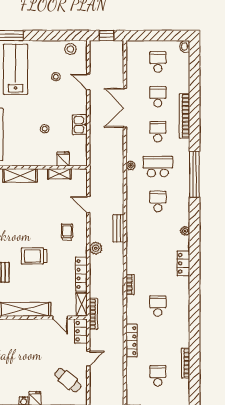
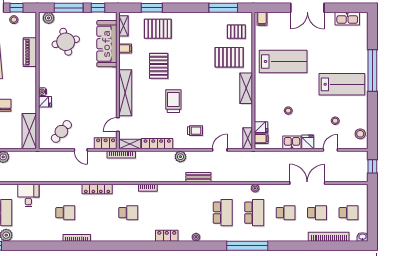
fridge: (79, 107) -> (308, 142), added
bookcase: (184, 116) -> (329, 237), moved
filing cabinet: (76, 159) -> (261, 139), added
shelving: (59, 174) -> (248, 138), moved
school desk: (158, 201) -> (223, 213), width x1.85

